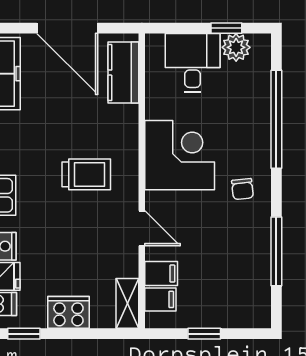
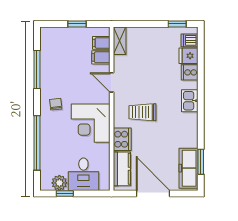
cooker: (68, 312) -> (122, 139), moved, turned -90

